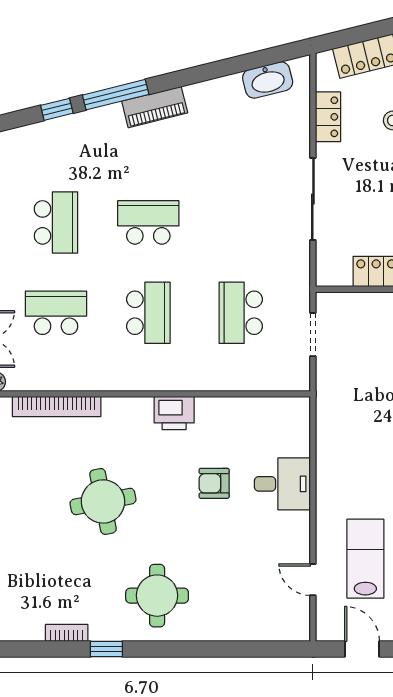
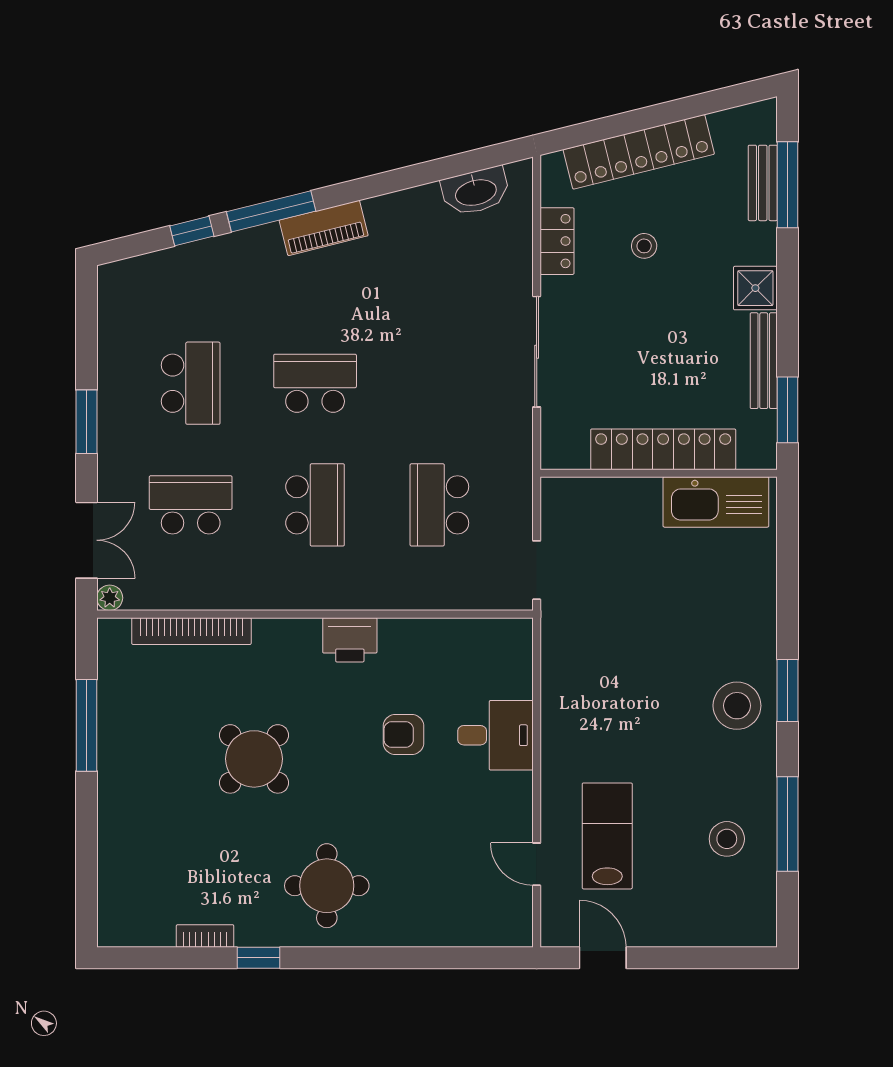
doorway: (313, 335) -> (537, 570), moved
round table: (103, 501) -> (254, 759), turned -34

